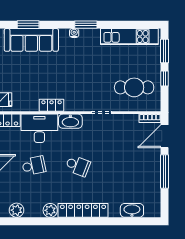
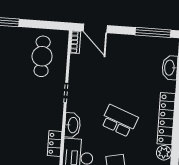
window: (164, 79) -> (35, 24), removed
school desk: (78, 166) -> (119, 121), width x1.85
window: (164, 172) -> (153, 32), moved

